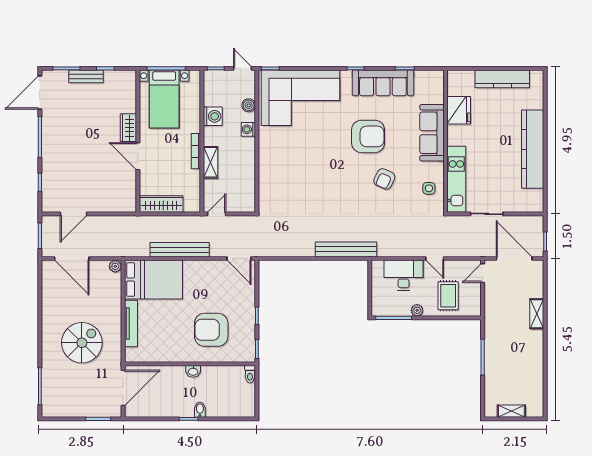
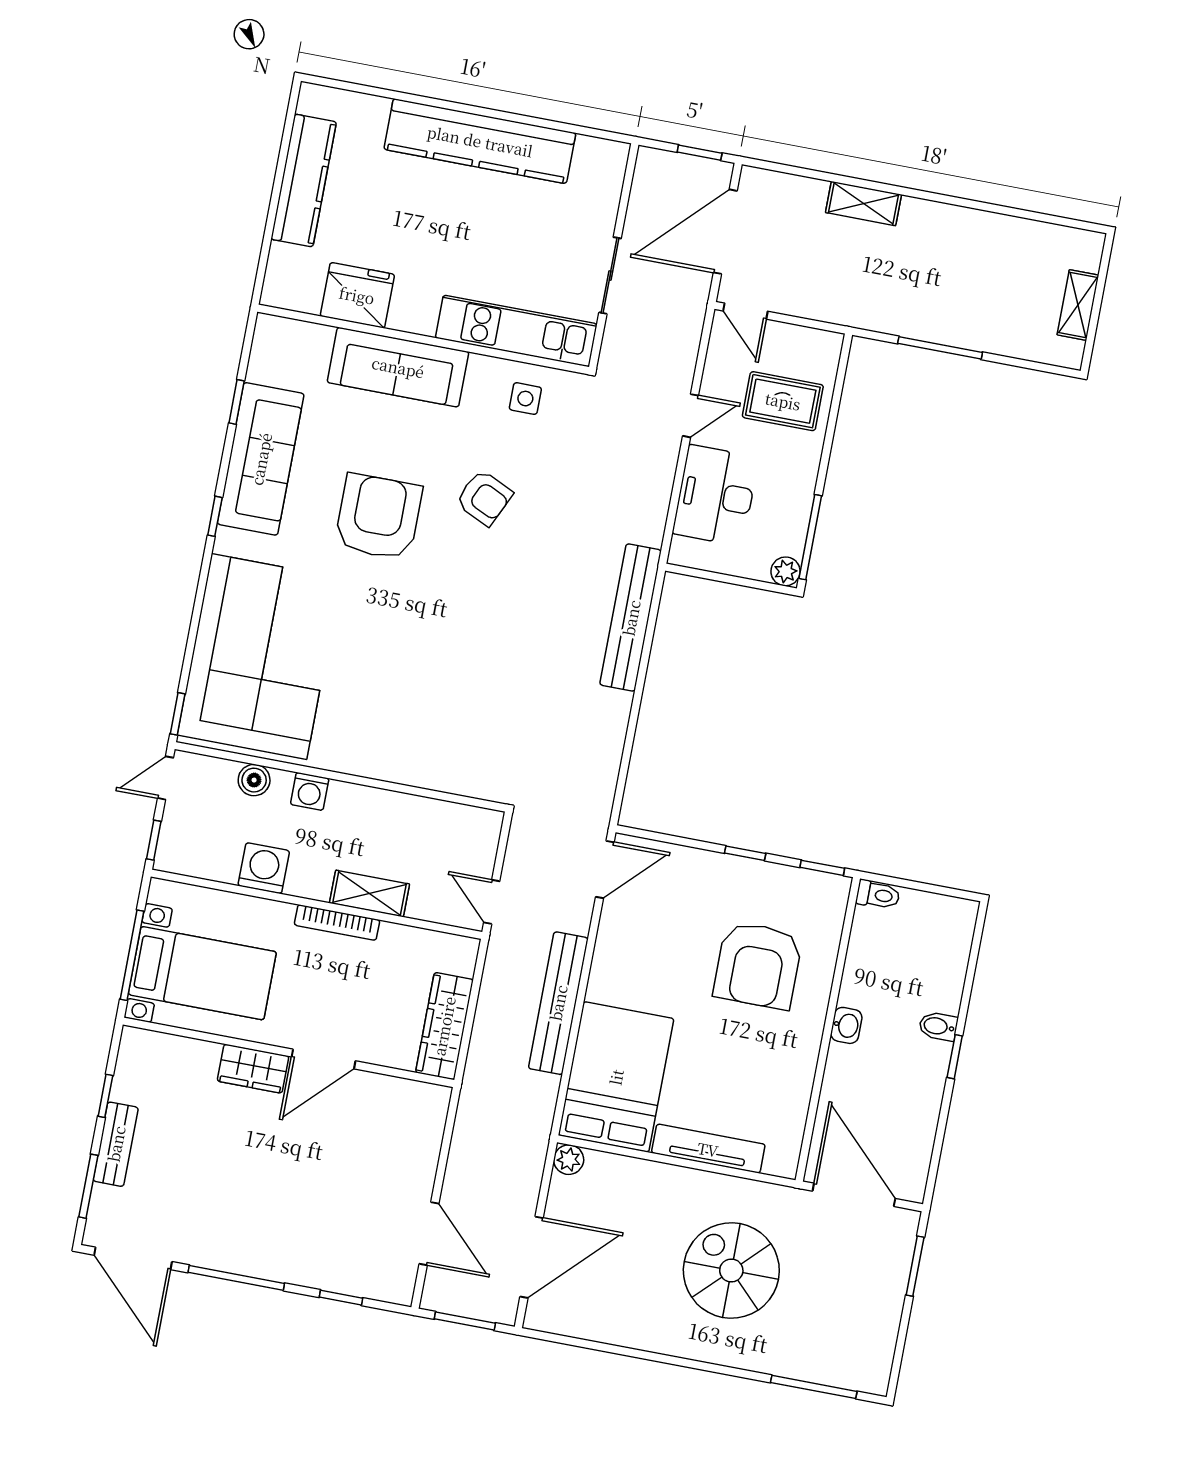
plant: (417, 310) -> (785, 571), moved

